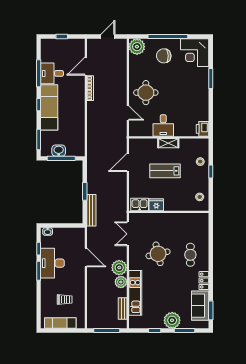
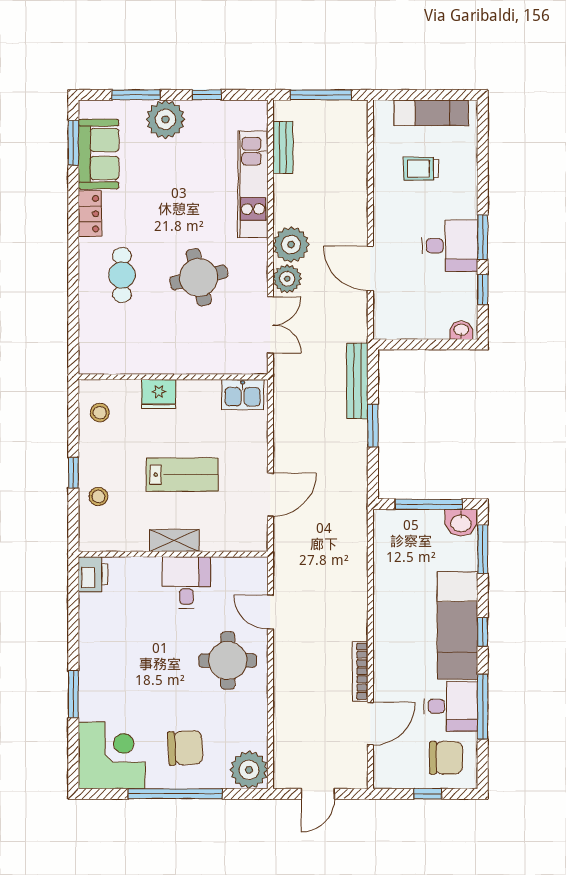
chair: (54, 52) -> (446, 758), added
washbasin: (59, 151) -> (461, 523), moved
fridge: (156, 205) -> (159, 394), moved
desk: (52, 263) -> (450, 246), width x0.73
plant: (121, 282) -> (287, 279), moved

